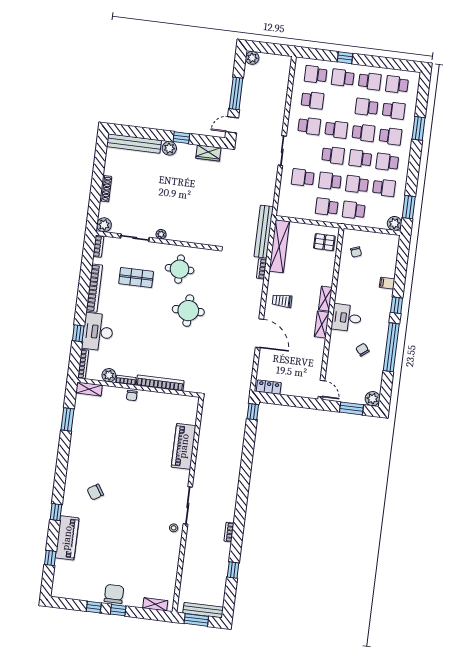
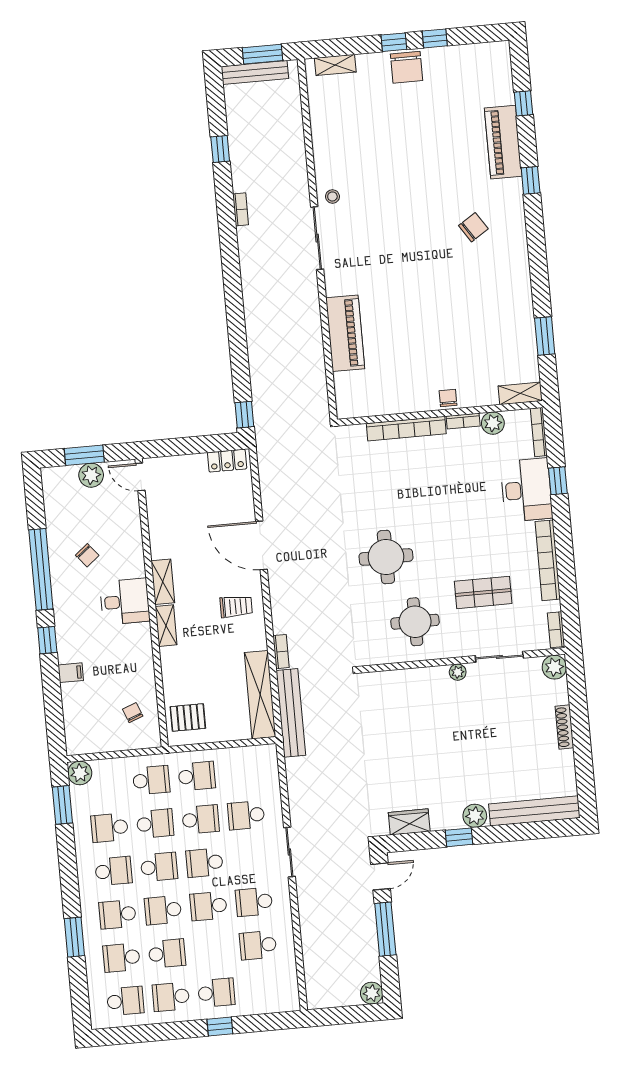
school desk: (316, 74) -> (262, 989), removed
school desk: (303, 178) -> (246, 815), turned 180
plant: (373, 399) -> (91, 475), moved

